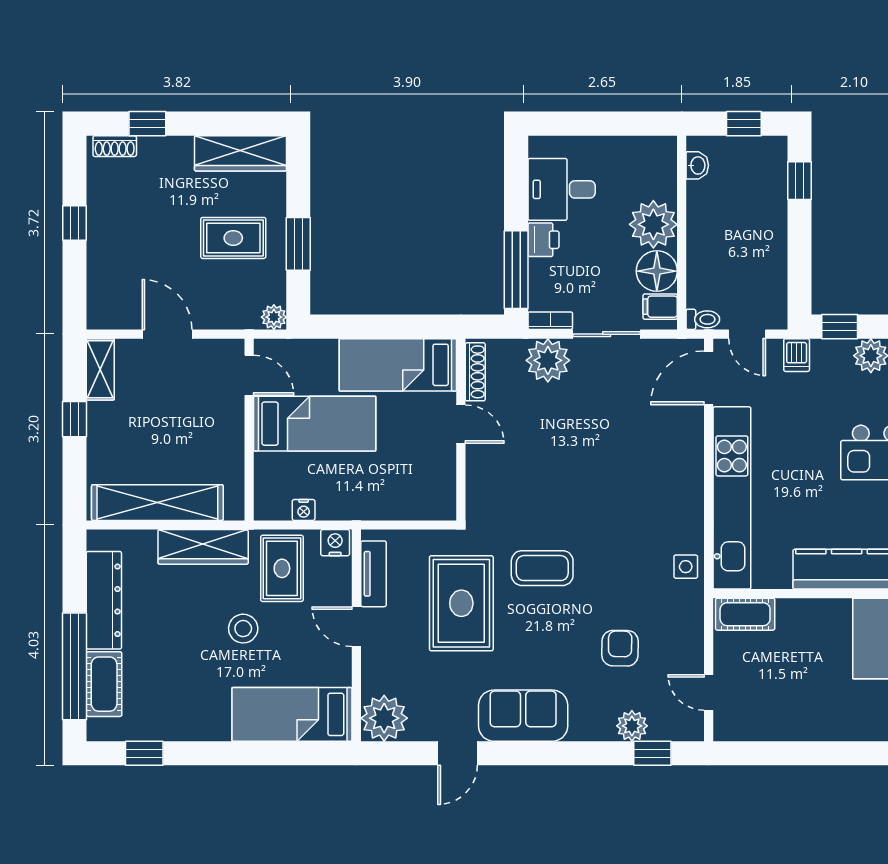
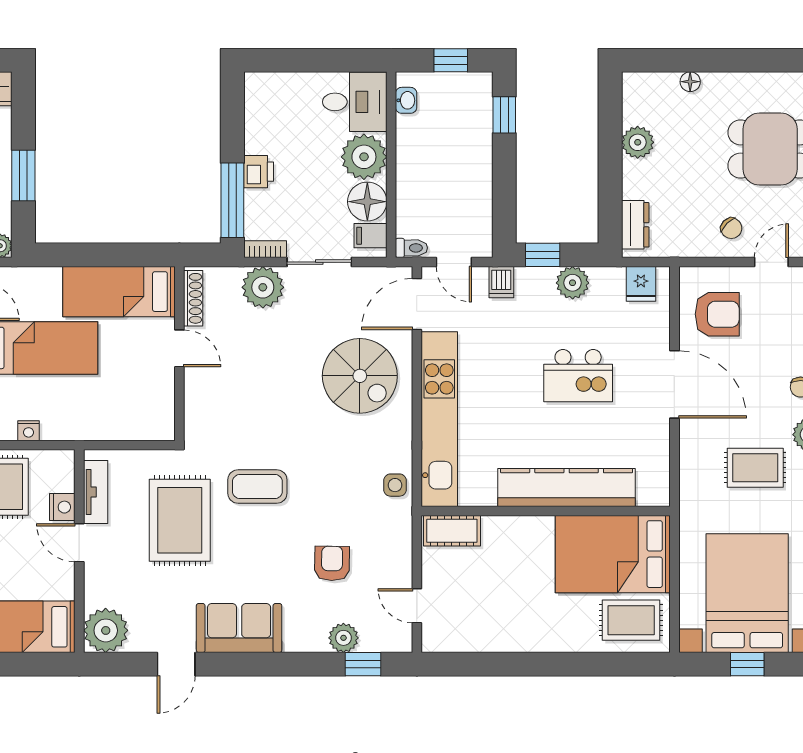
desk: (562, 189) -> (355, 102), moved, turned 180
spiral stairs: (649, 453) -> (360, 376), added
nightstand: (335, 543) -> (62, 507), moved, turned 90

